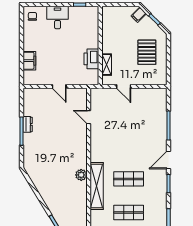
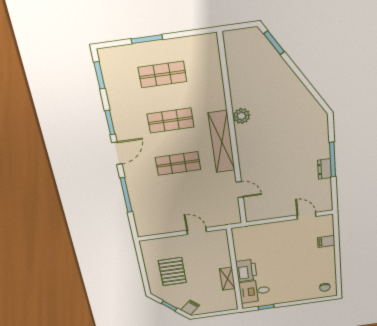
desk: (58, 18) -> (254, 291), moved, turned 90
printer: (91, 59) -> (246, 271), moved
filing cabinet: (29, 61) -> (326, 241), width x0.50
shelving: (107, 65) -> (227, 279), moved
door: (59, 86) -> (307, 216), moved
shop shelf: (129, 145) -> (178, 163), added
shelving: (97, 186) -> (222, 142), moved

